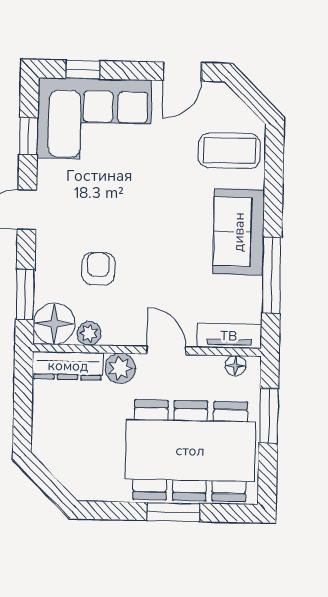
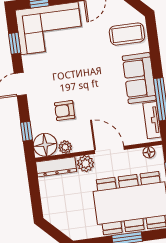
armchair: (98, 269) -> (65, 111), turned -90
window: (25, 295) -> (27, 131), width x0.67
tv unit: (229, 336) -> (152, 120), moved, turned -90
door: (166, 350) -> (109, 150), width x1.38

